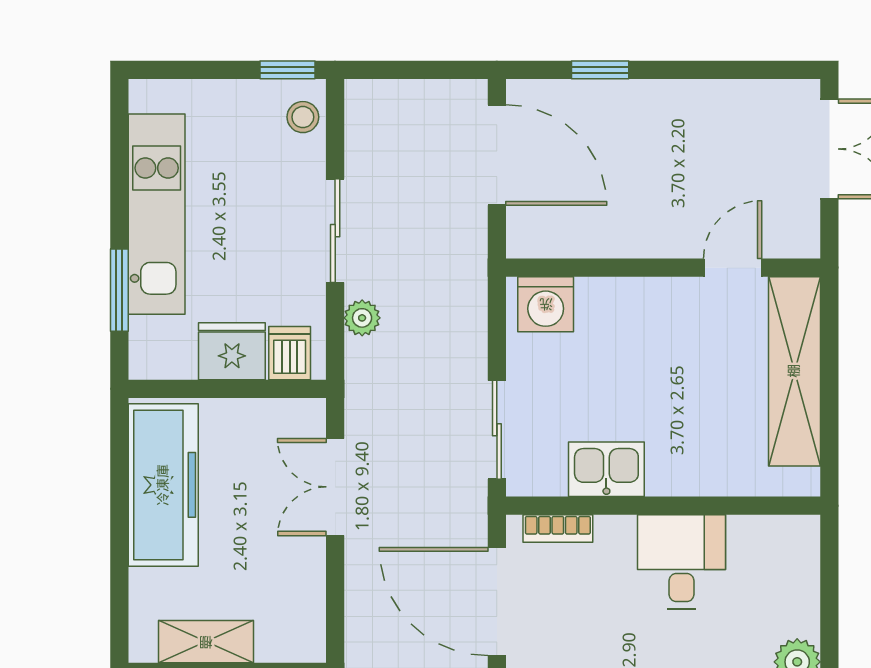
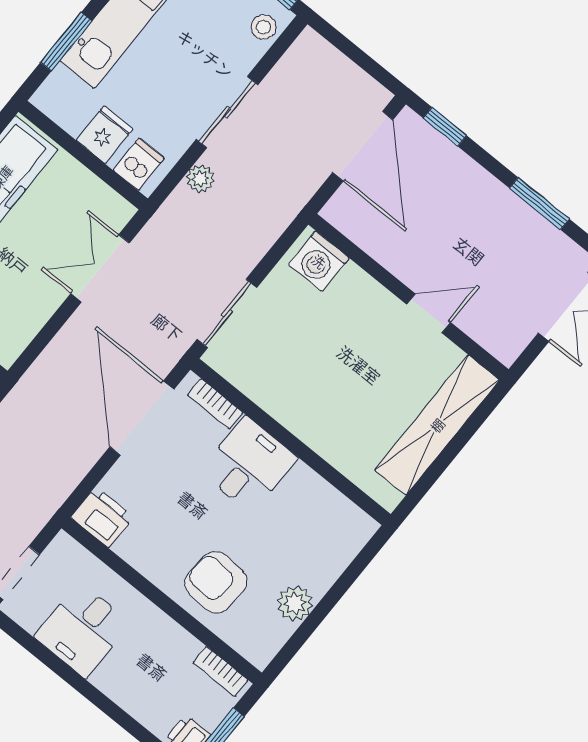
window: (600, 70) -> (445, 127), moved
window: (717, 70) -> (539, 203), added
door: (733, 268) -> (429, 313), moved
fridge: (232, 351) -> (105, 135), width x0.72
kitchen sink: (606, 469) -> (274, 392), removed
desk: (681, 562) -> (249, 465), moved

